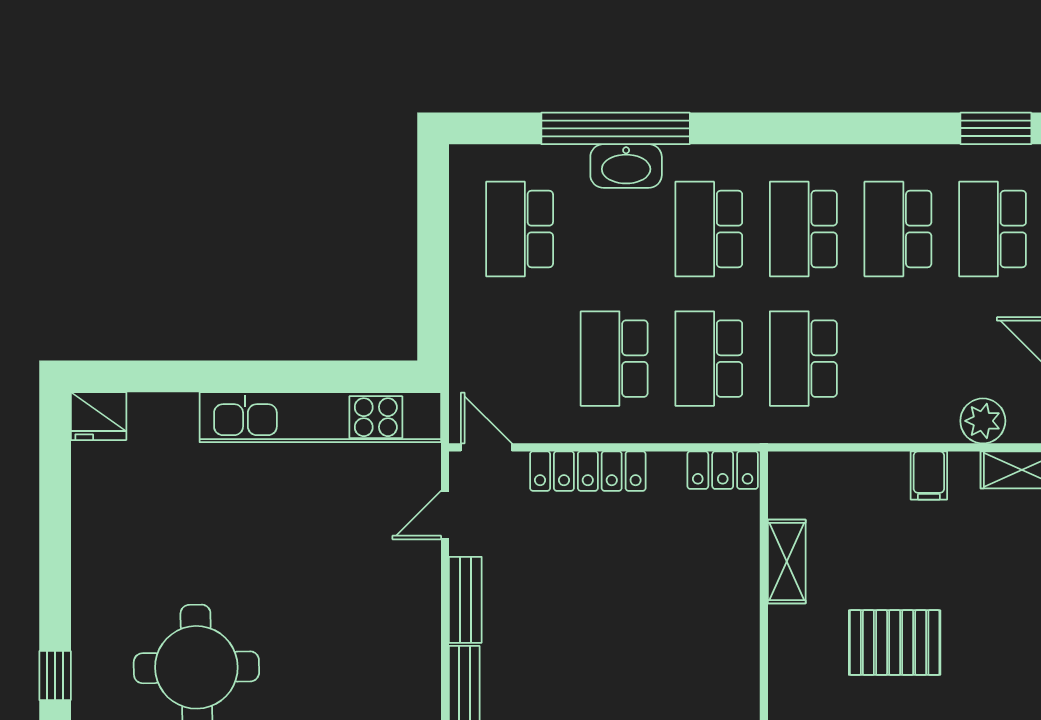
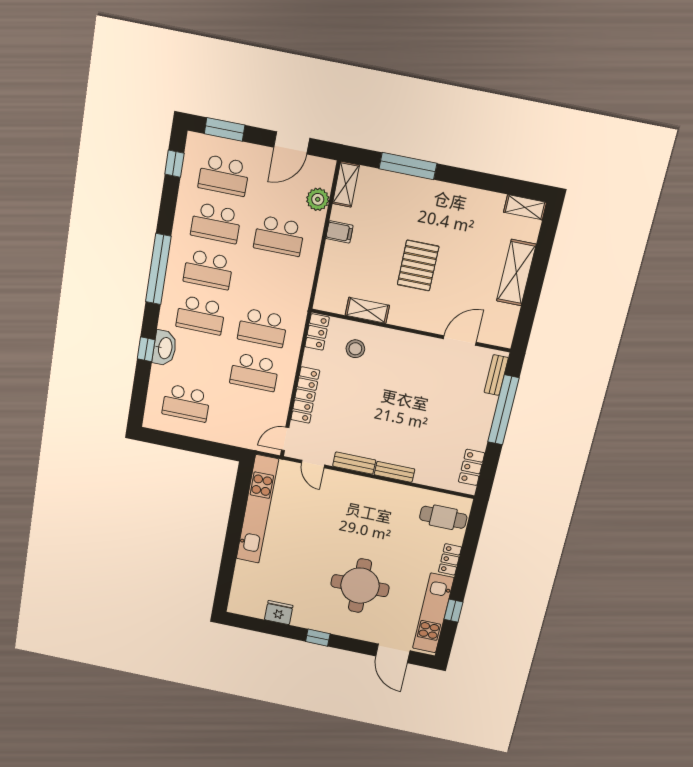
window: (616, 128) -> (146, 349), width x0.32
window: (784, 128) -> (158, 269), added
window: (996, 128) -> (174, 164), width x0.67
school desk: (803, 359) -> (279, 236), moved
fridge: (99, 416) -> (279, 613), moved, turned -90
stool: (704, 554) -> (355, 349), added
window: (55, 676) -> (318, 638), moved

